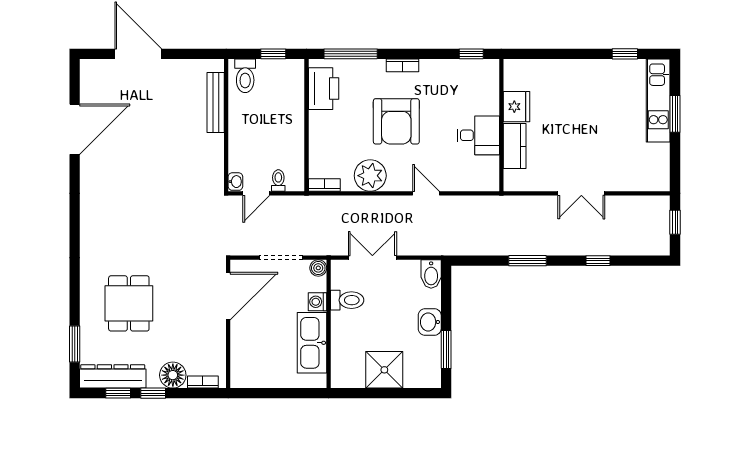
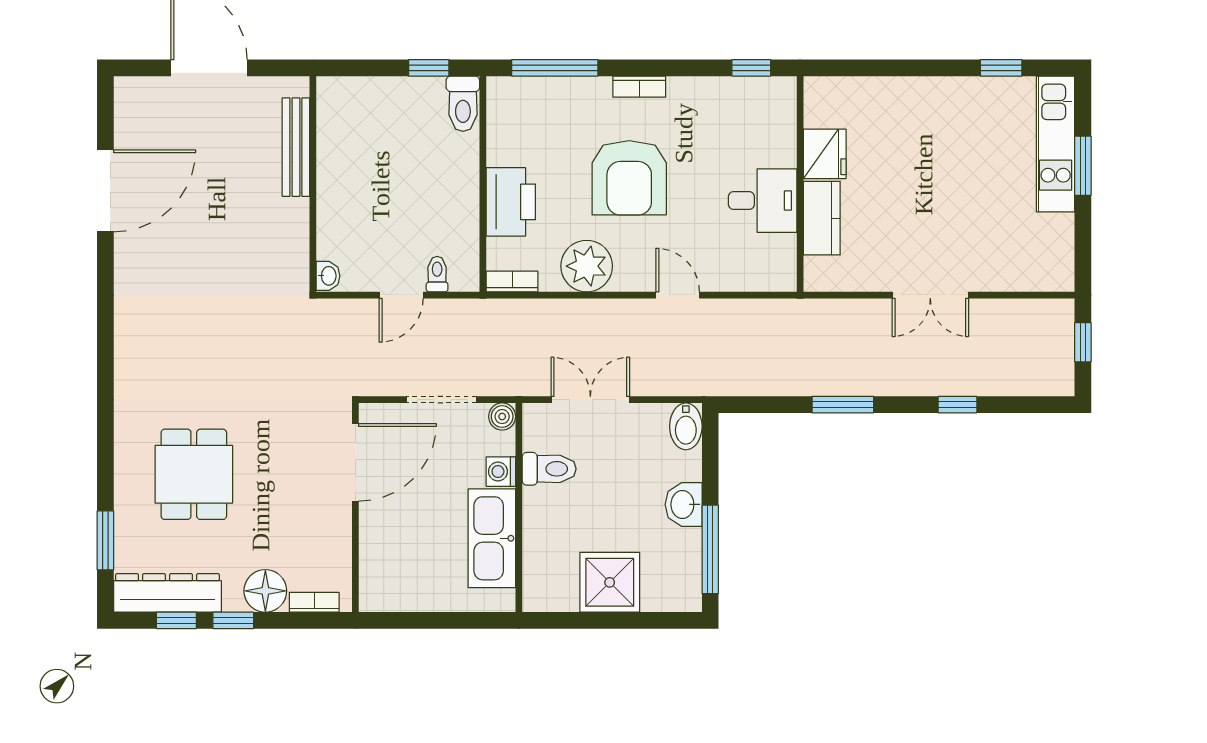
toilet: (245, 76) -> (463, 104), moved
printer: (324, 89) -> (511, 202), moved
bench: (216, 102) -> (296, 147), moved
wall: (226, 125) -> (313, 184), moved
washbasin: (235, 182) -> (328, 276), moved
window: (446, 350) -> (710, 549), width x1.44

